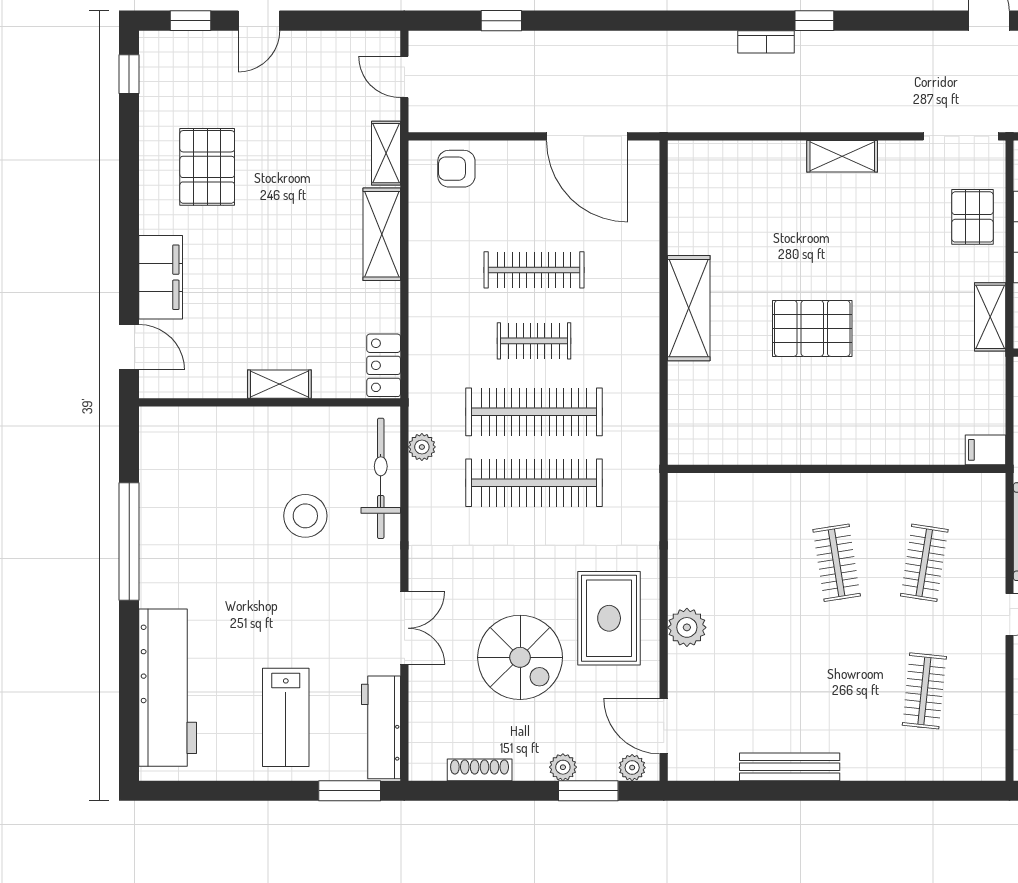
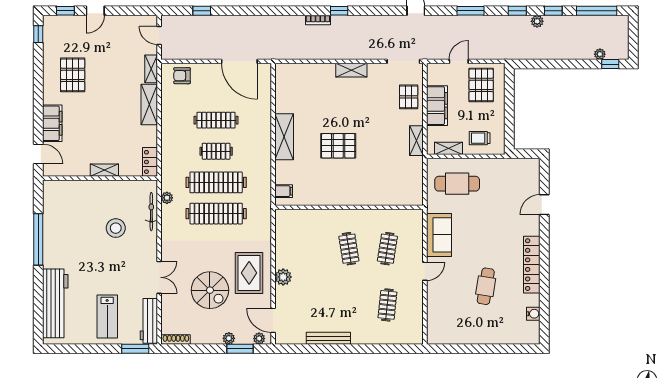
filing cabinet: (985, 450) -> (284, 191), moved, turned 180
bicycle: (381, 478) -> (151, 212), width x0.73, depth x0.71
shoe rack: (480, 770) -> (176, 340), moved

